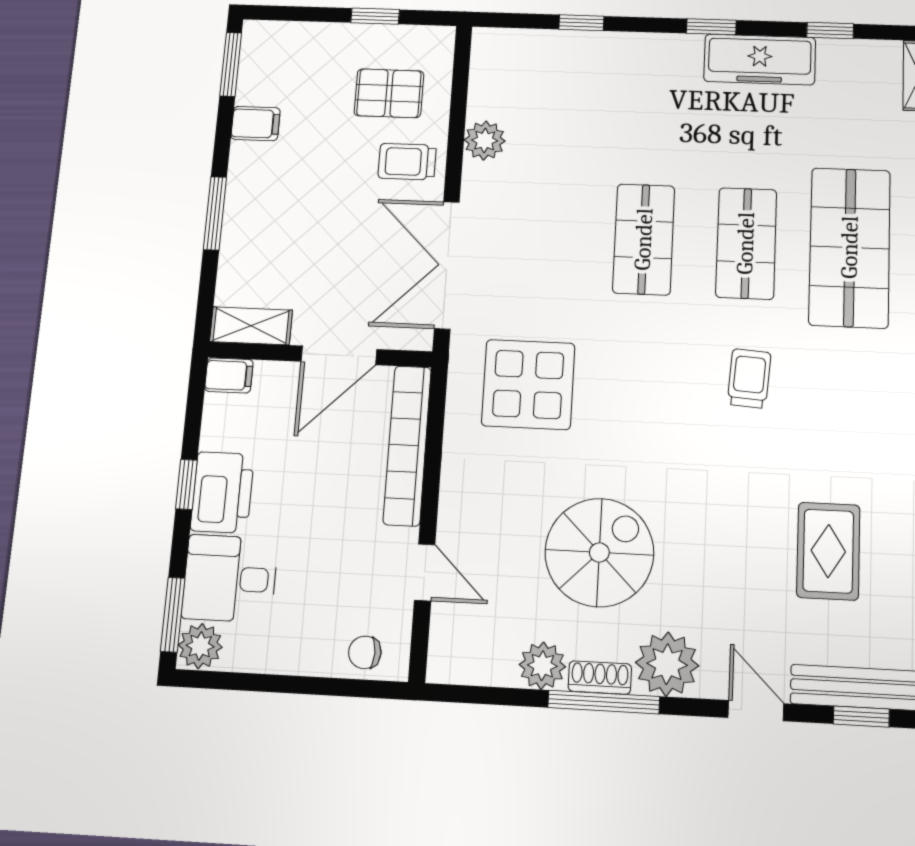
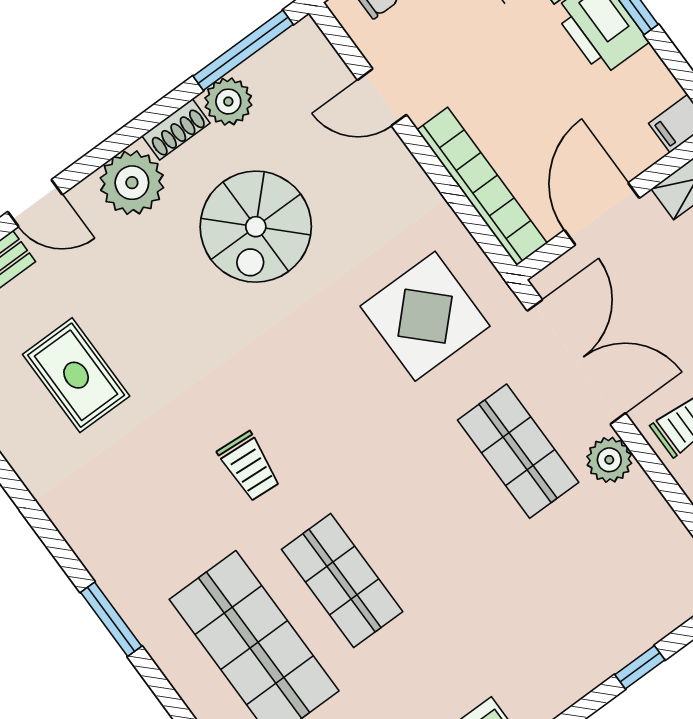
plant: (485, 140) -> (609, 460), moved
shop shelf: (644, 239) -> (518, 451), moved
window: (604, 702) -> (243, 50), moved

